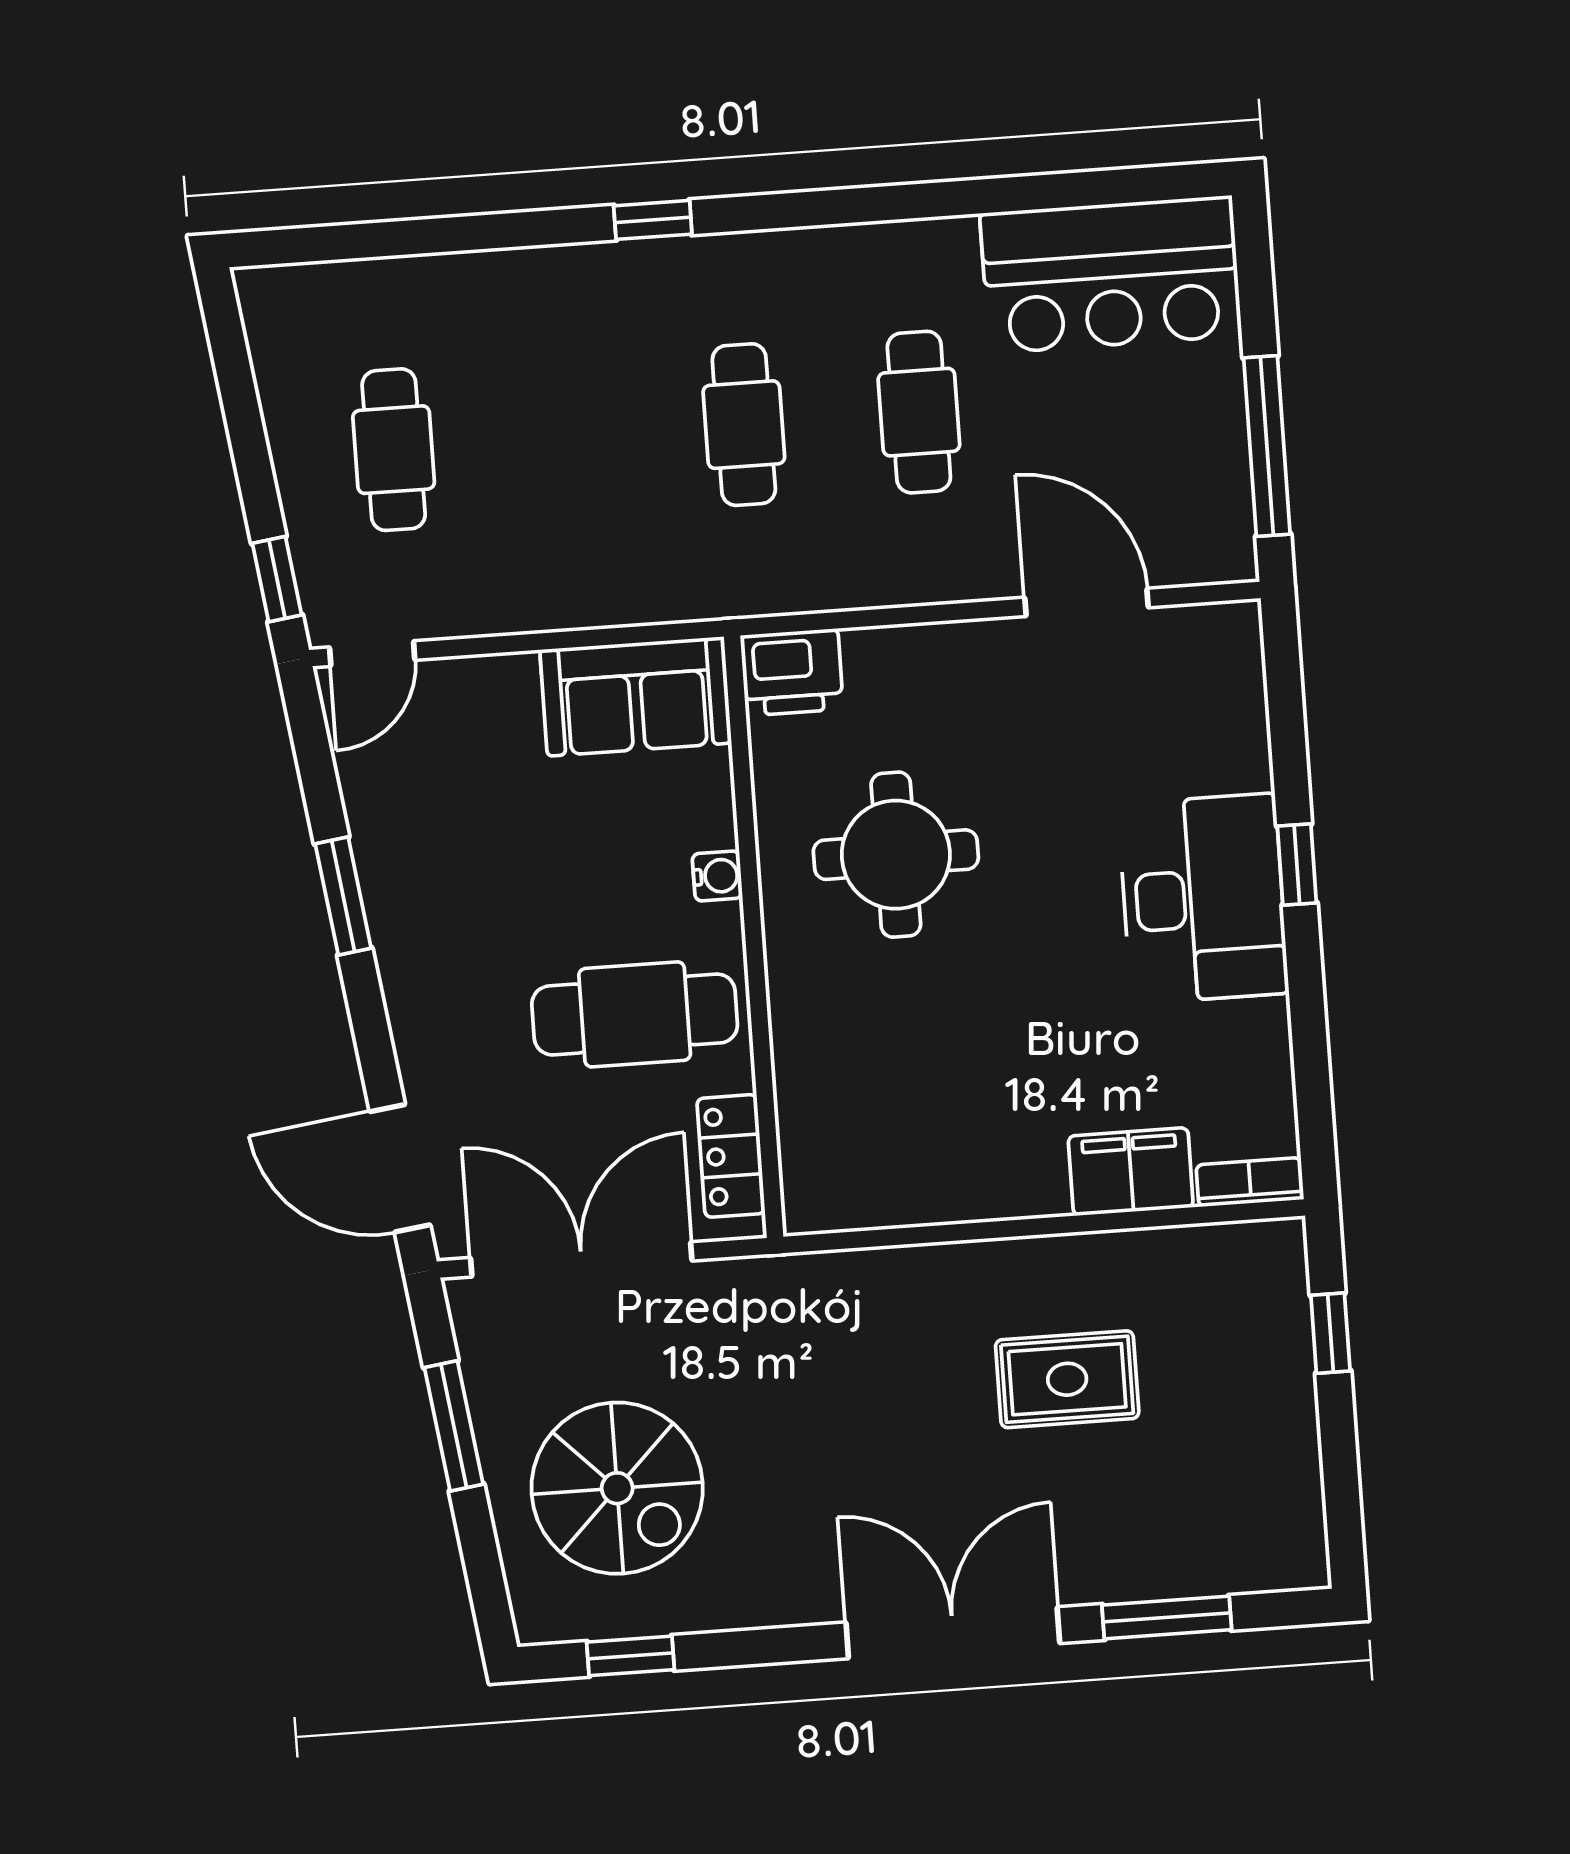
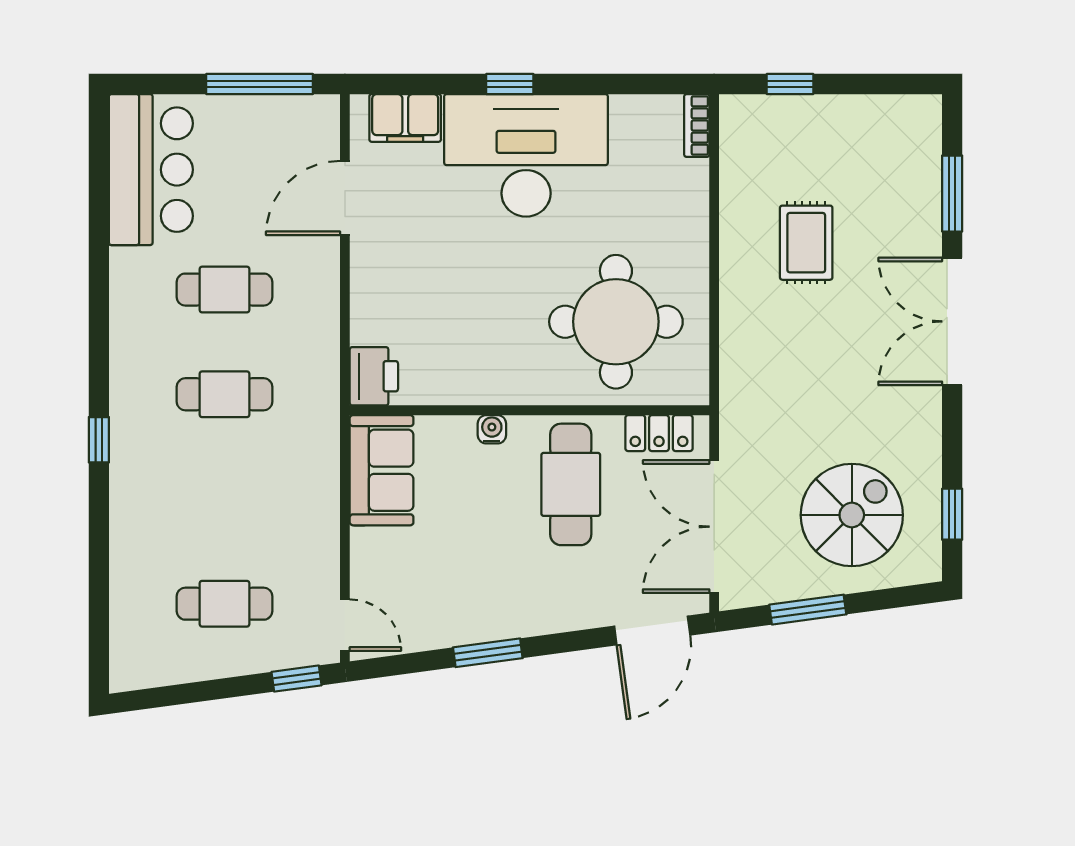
round table: (896, 855) -> (616, 322), moved, width x1.36, depth x1.36
desk: (1203, 899) -> (526, 155), width x1.36, depth x1.30
filing cabinet: (1131, 1172) -> (405, 118), moved, turned -90

